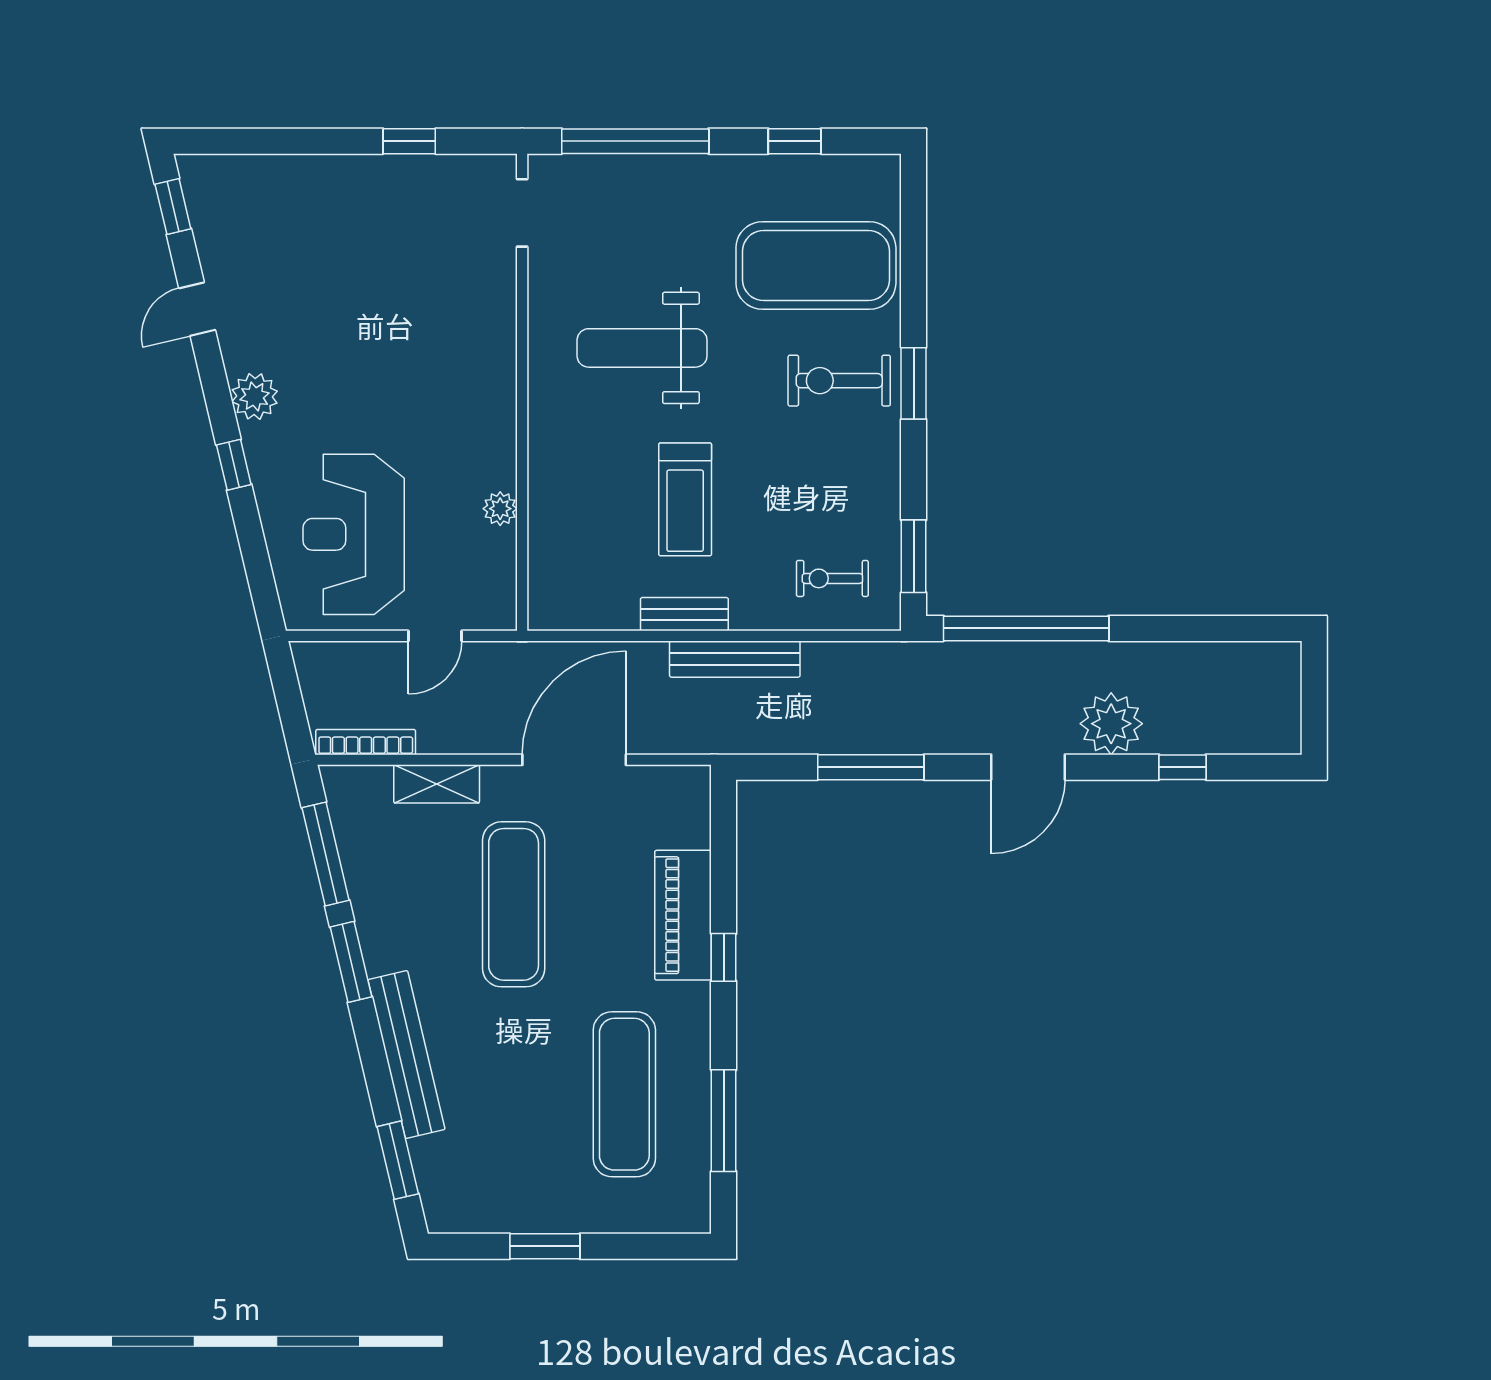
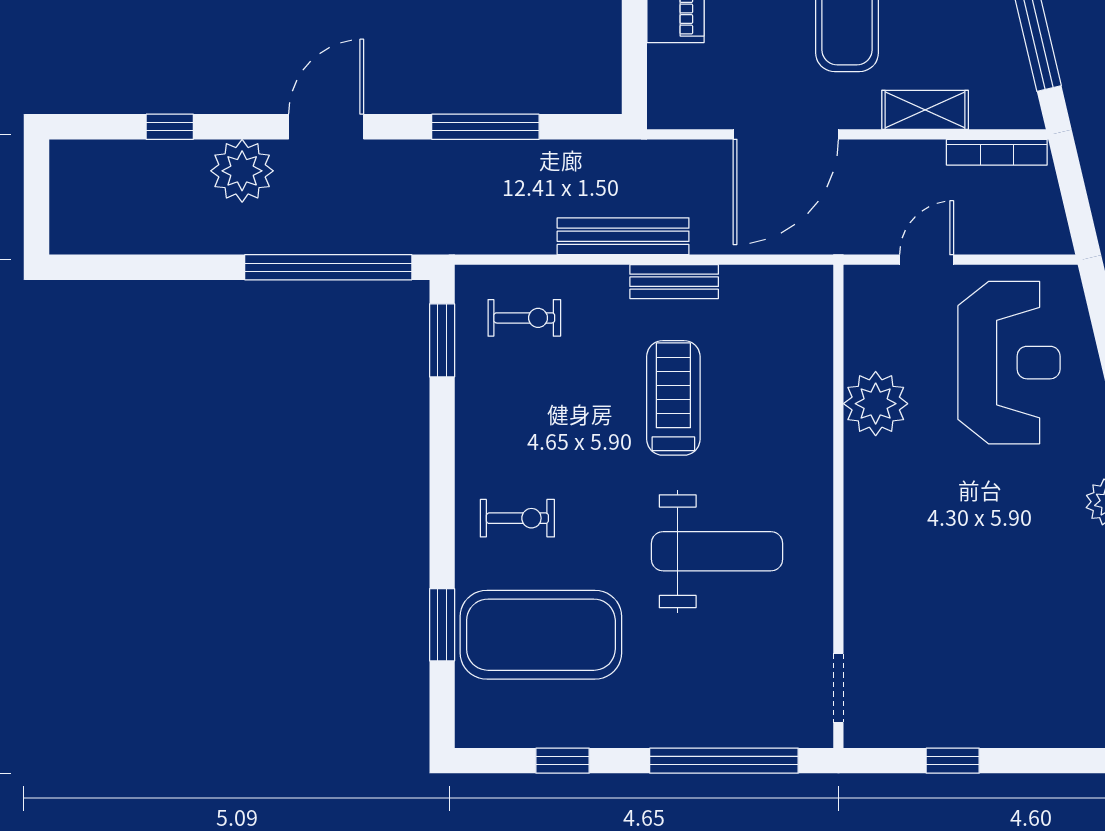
exercise bike: (839, 381) -> (517, 518), width x0.73, depth x0.72
window: (914, 383) -> (442, 625), moved
plant: (500, 509) -> (876, 404), width x1.88, depth x1.88

